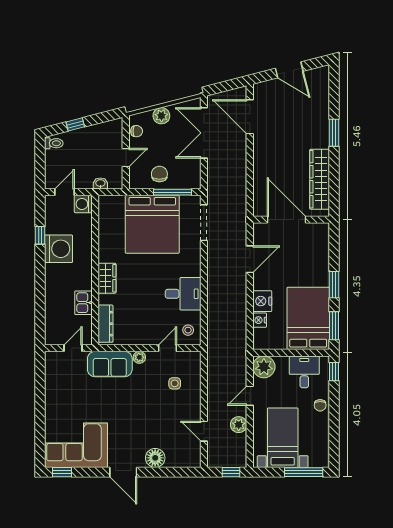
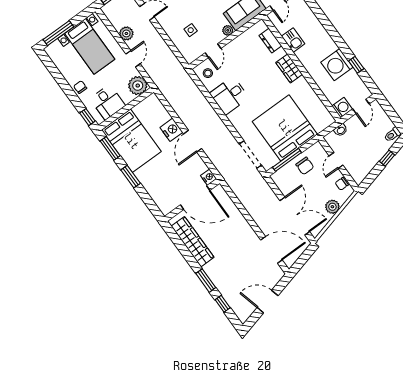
window: (334, 99) -> (223, 304), added
door: (250, 259) -> (193, 141), moved
nightstand: (260, 320) -> (209, 177), moved
dresser: (106, 324) -> (270, 41), width x0.70

